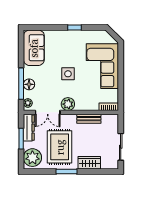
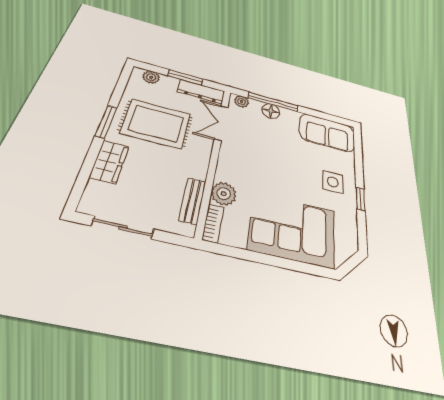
side table: (68, 74) -> (333, 182), moved
plant: (68, 104) -> (224, 194), moved
bench: (89, 119) -> (193, 201), moved
plant: (32, 158) -> (151, 77), width x0.53, depth x0.53

